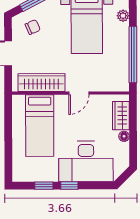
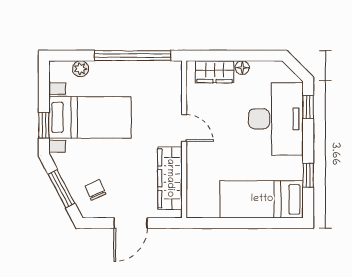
bed: (40, 126) -> (262, 199), moved, turned 180
window: (69, 186) -> (308, 107), moved

